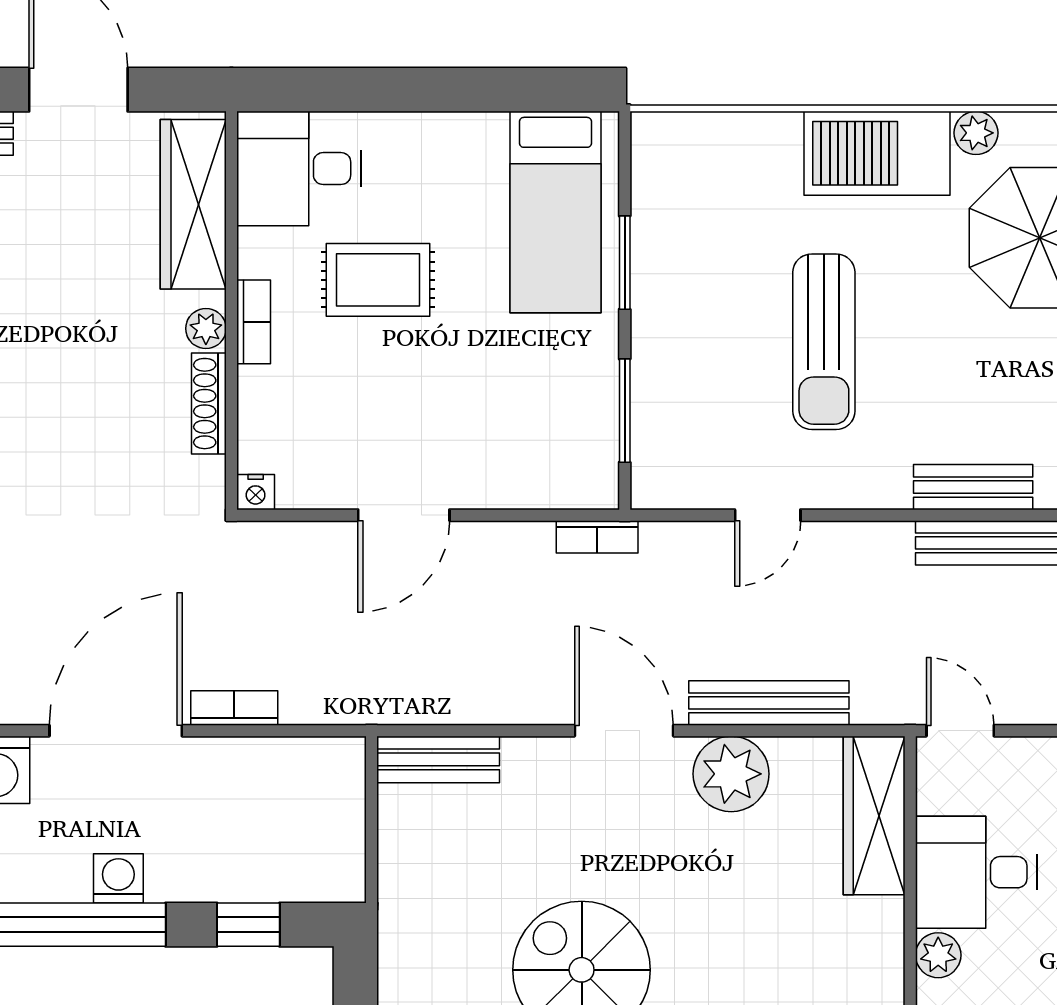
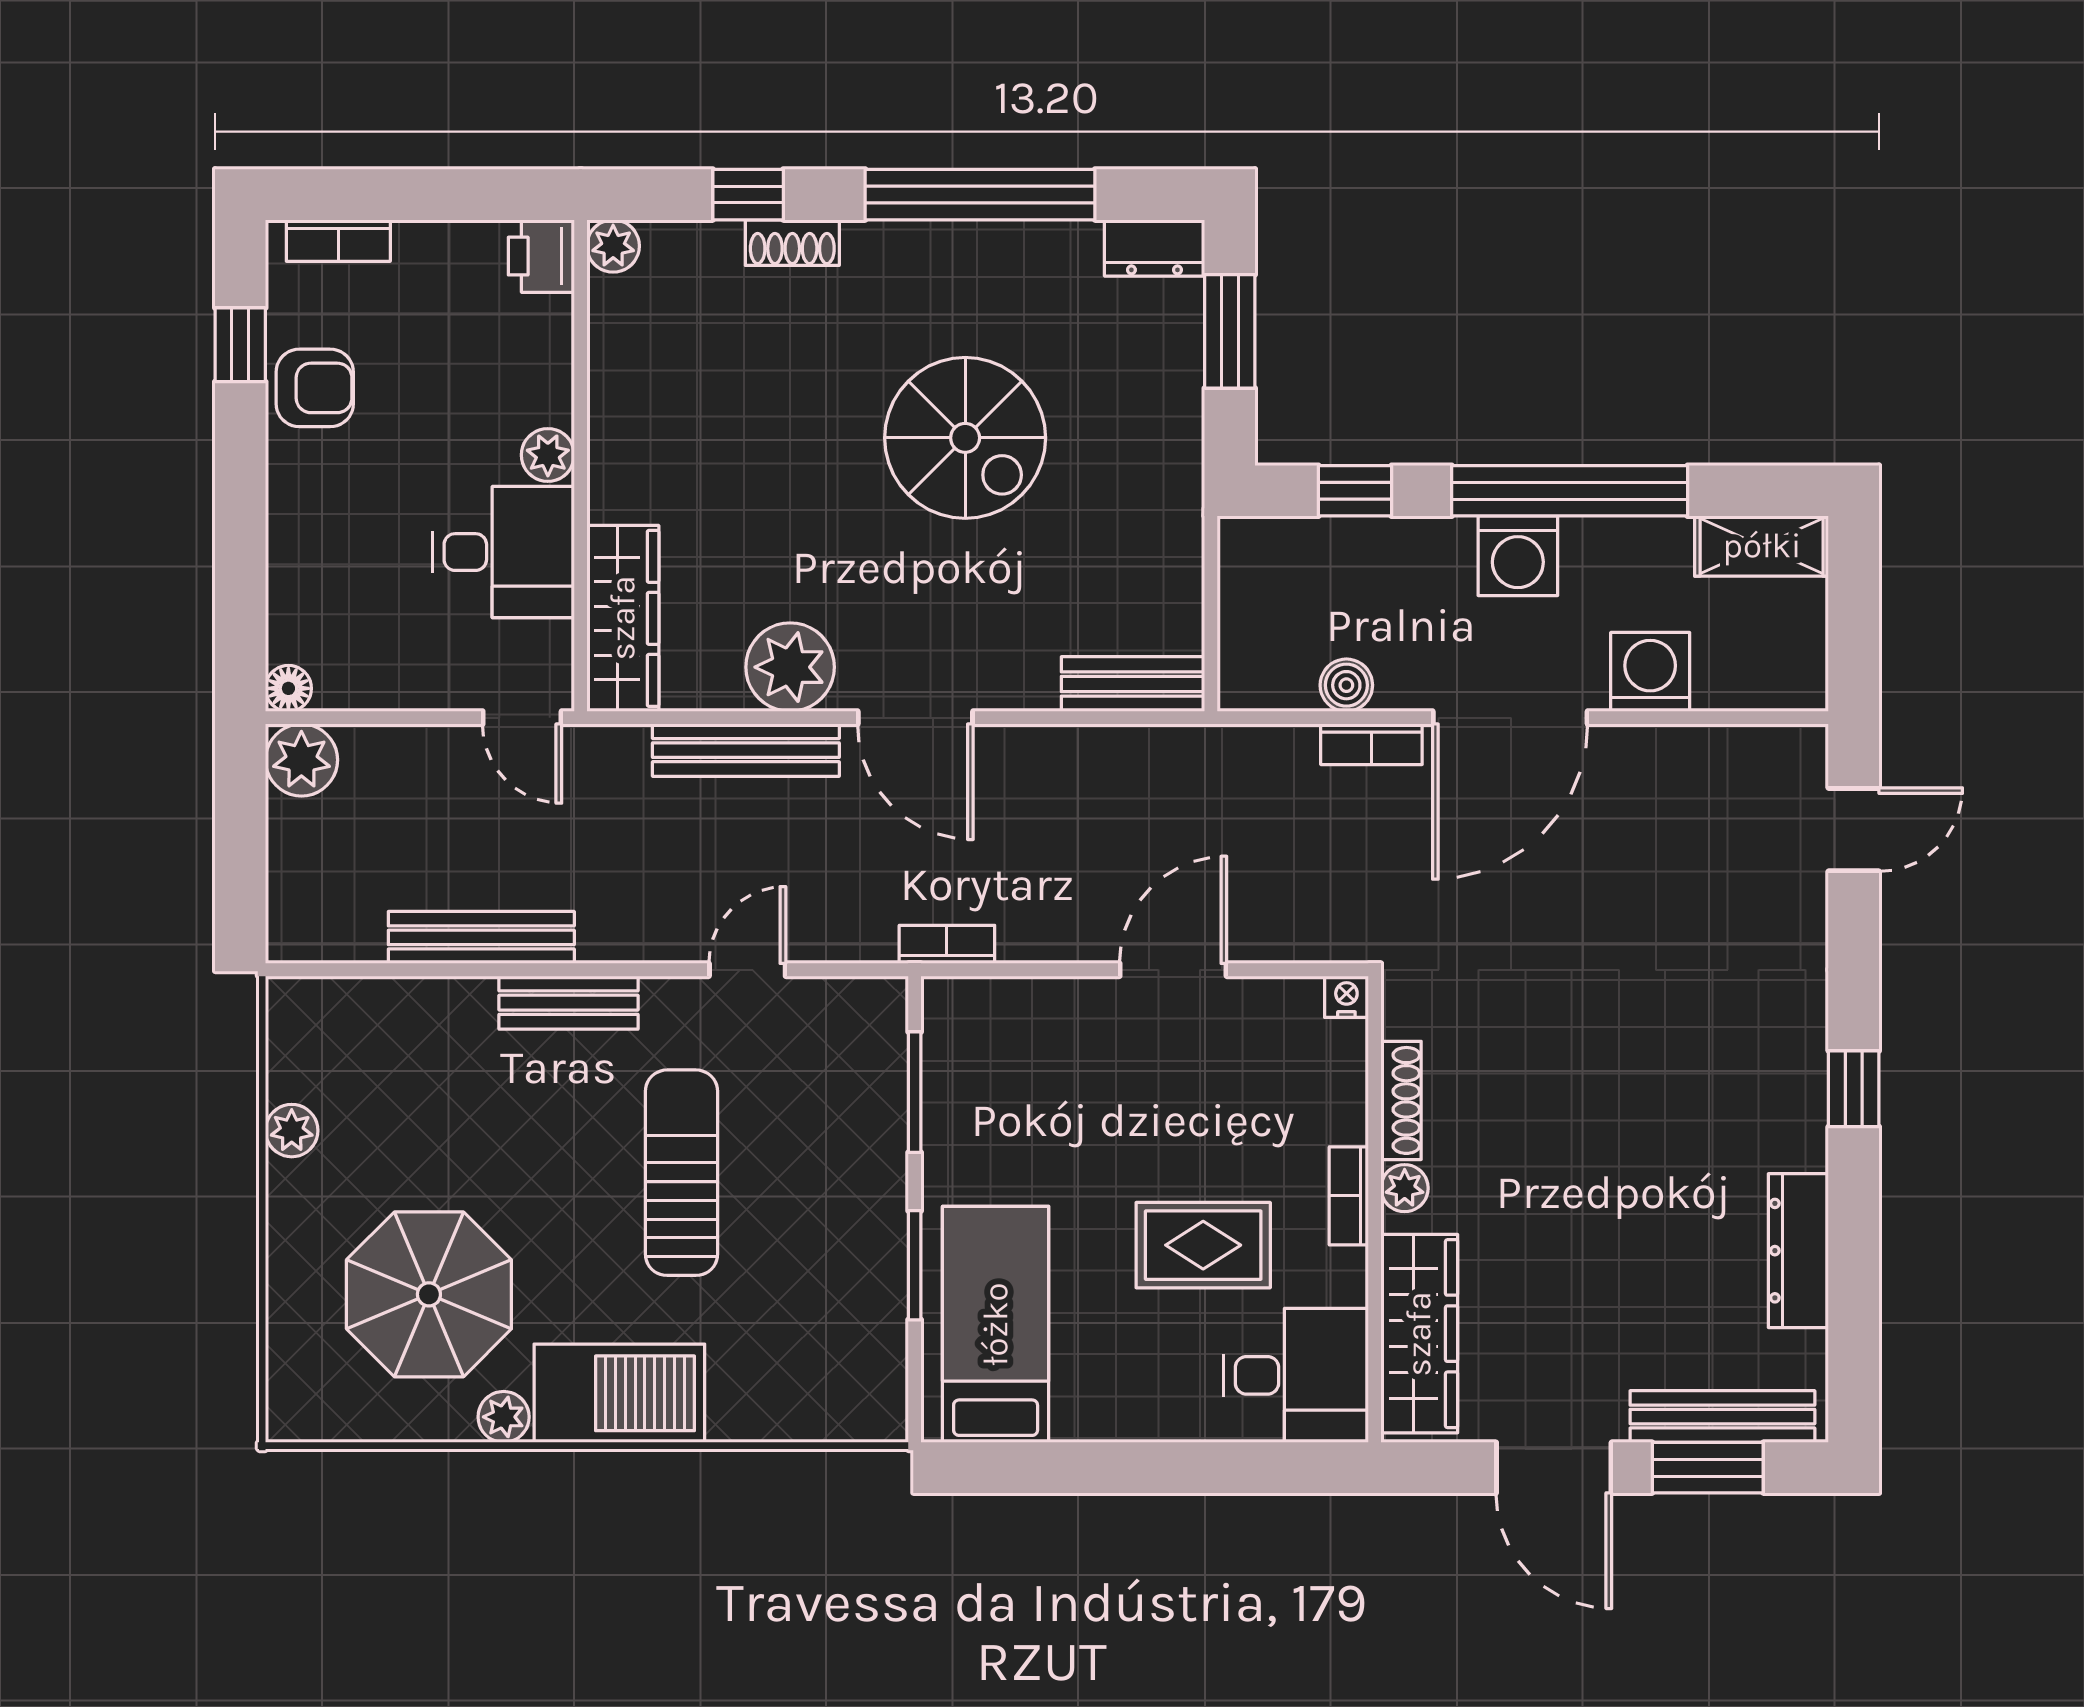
bench: (973, 487) -> (569, 1003), moved
boiler: (256, 758) -> (1346, 685), added
washing machine: (118, 878) -> (1518, 556), width x1.38, depth x1.38

